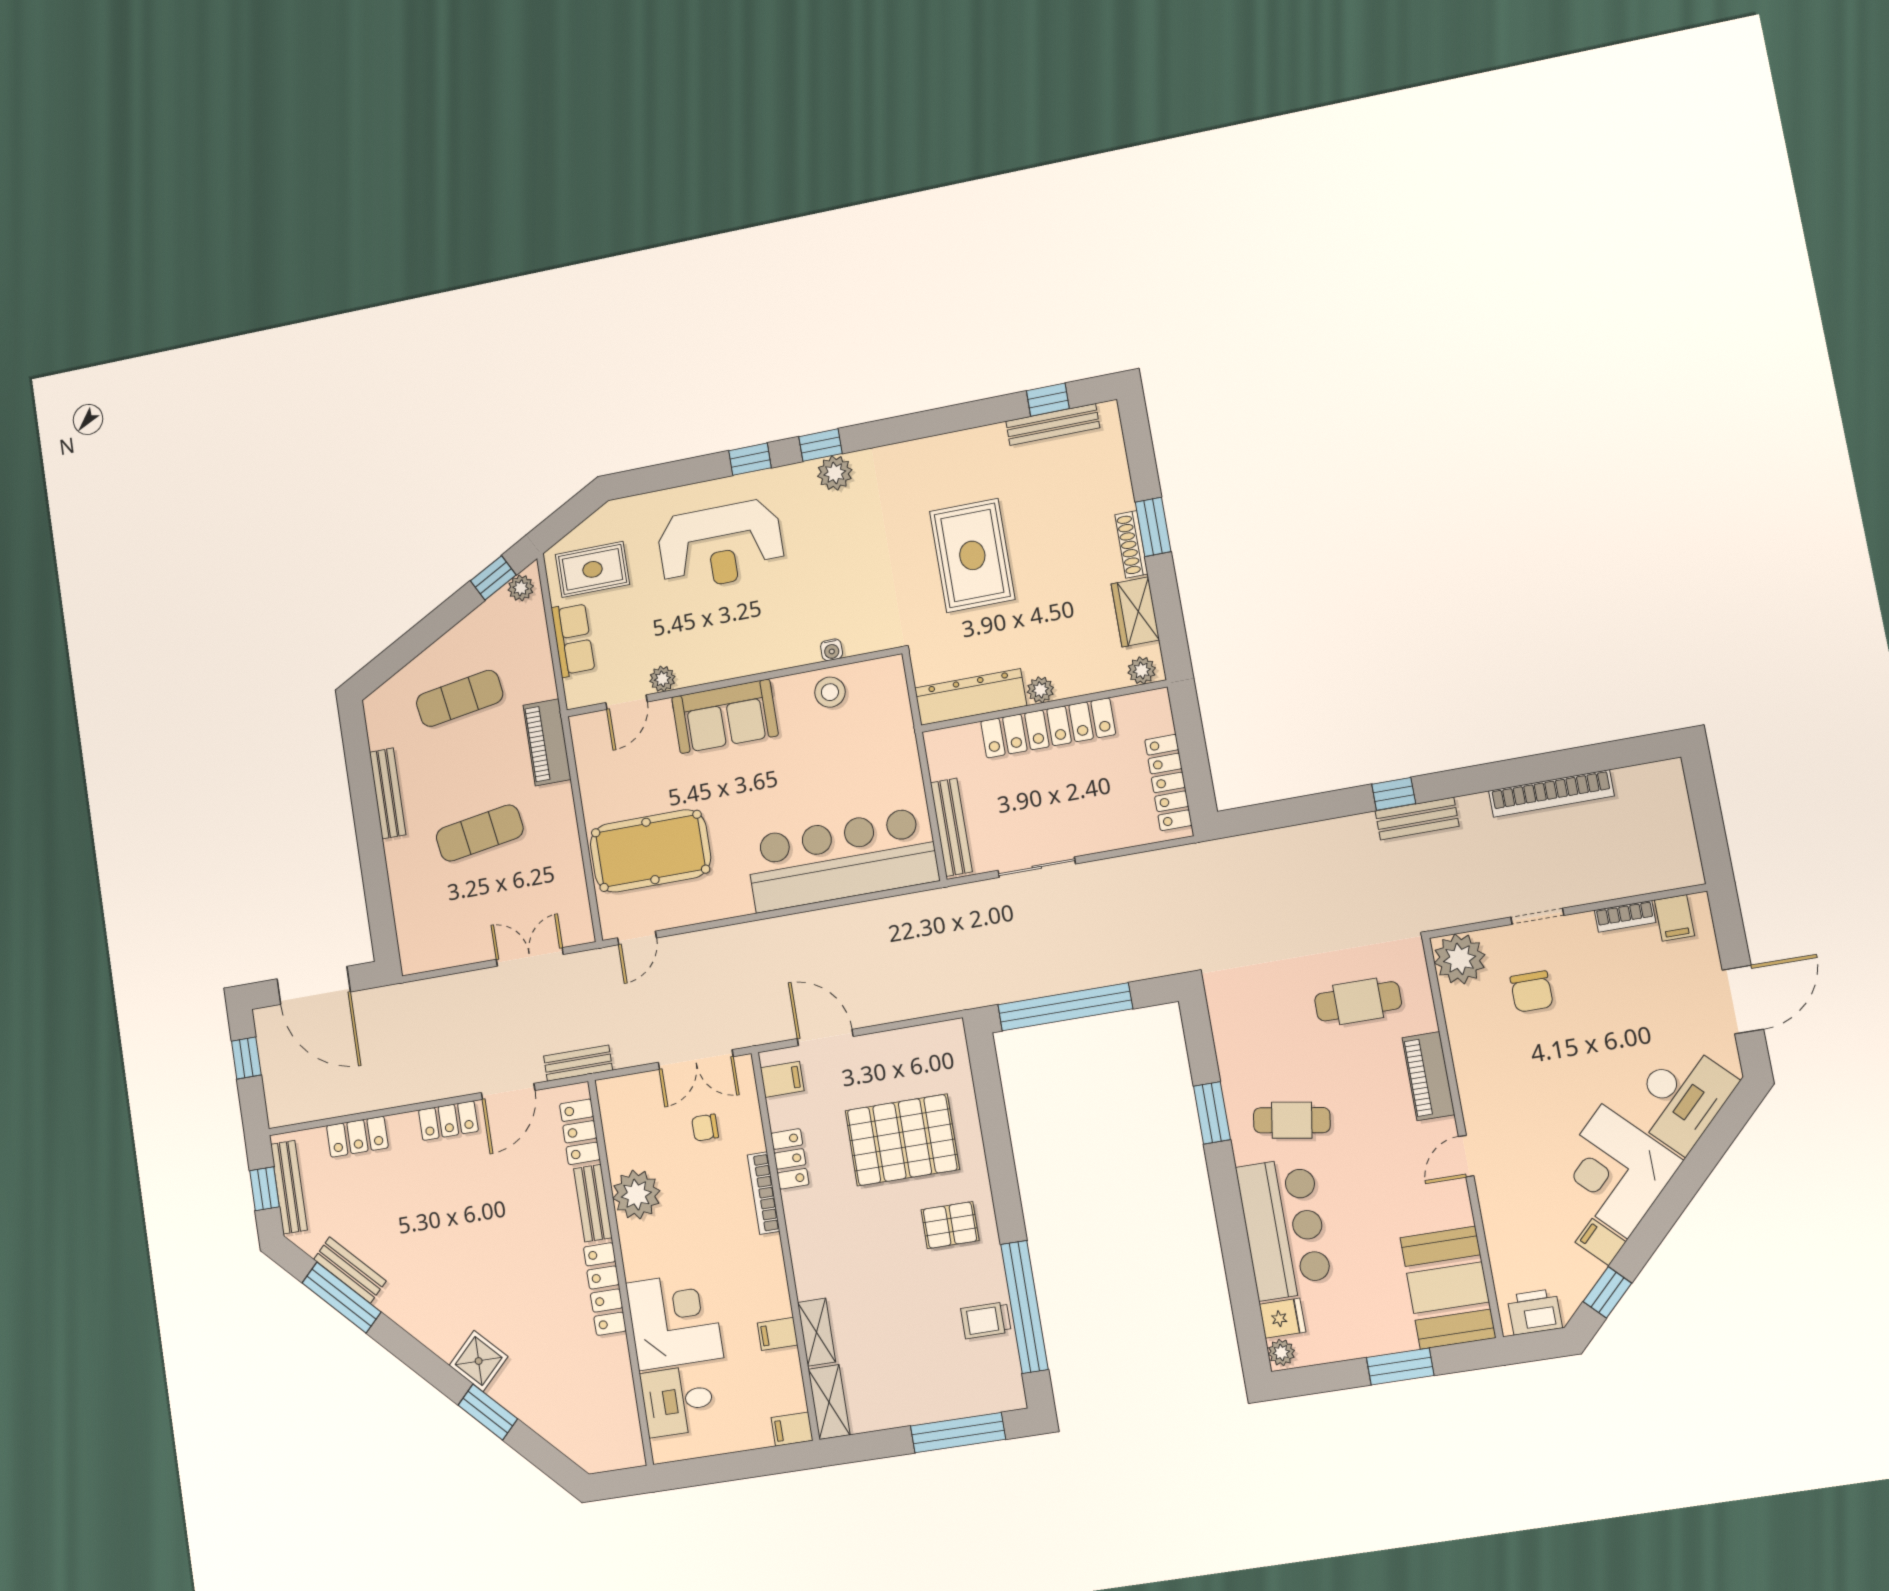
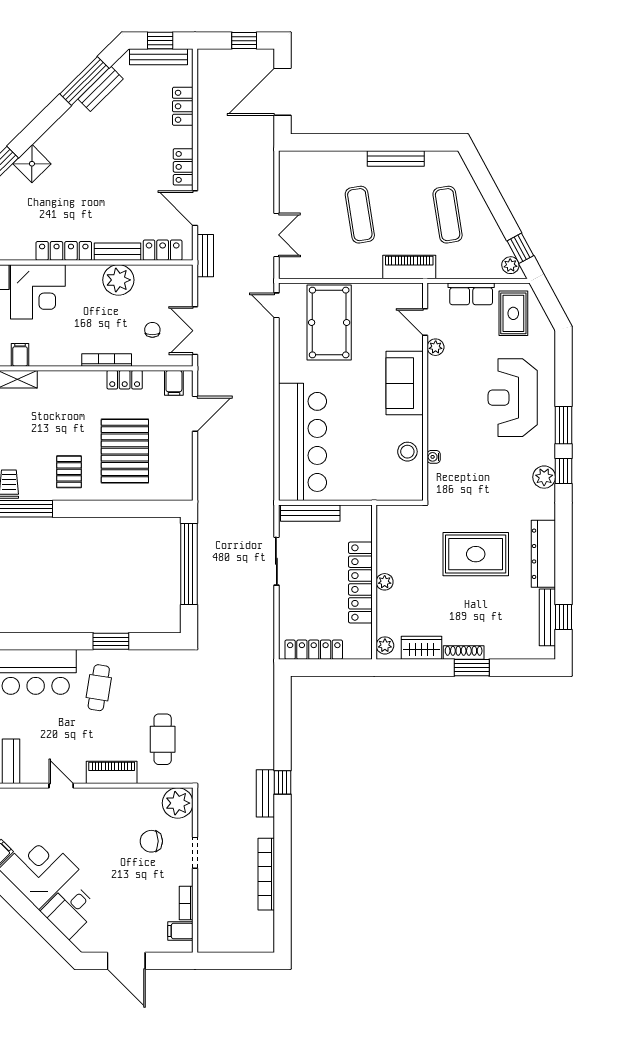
window: (750, 459) -> (564, 425), width x1.50
dresser: (971, 697) -> (543, 554), moved, turned 180
desk: (1681, 1097) -> (70, 910), width x0.73

